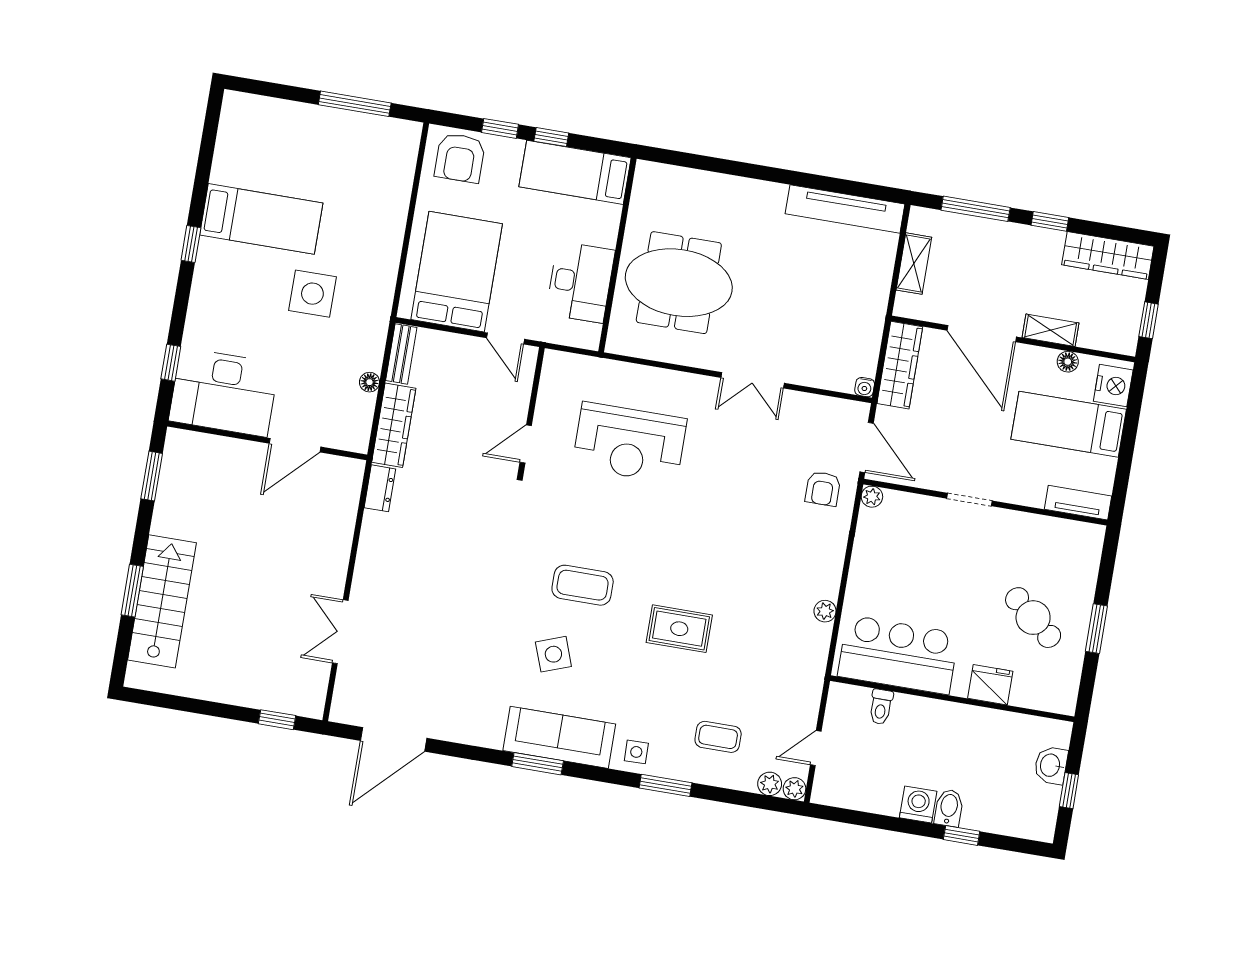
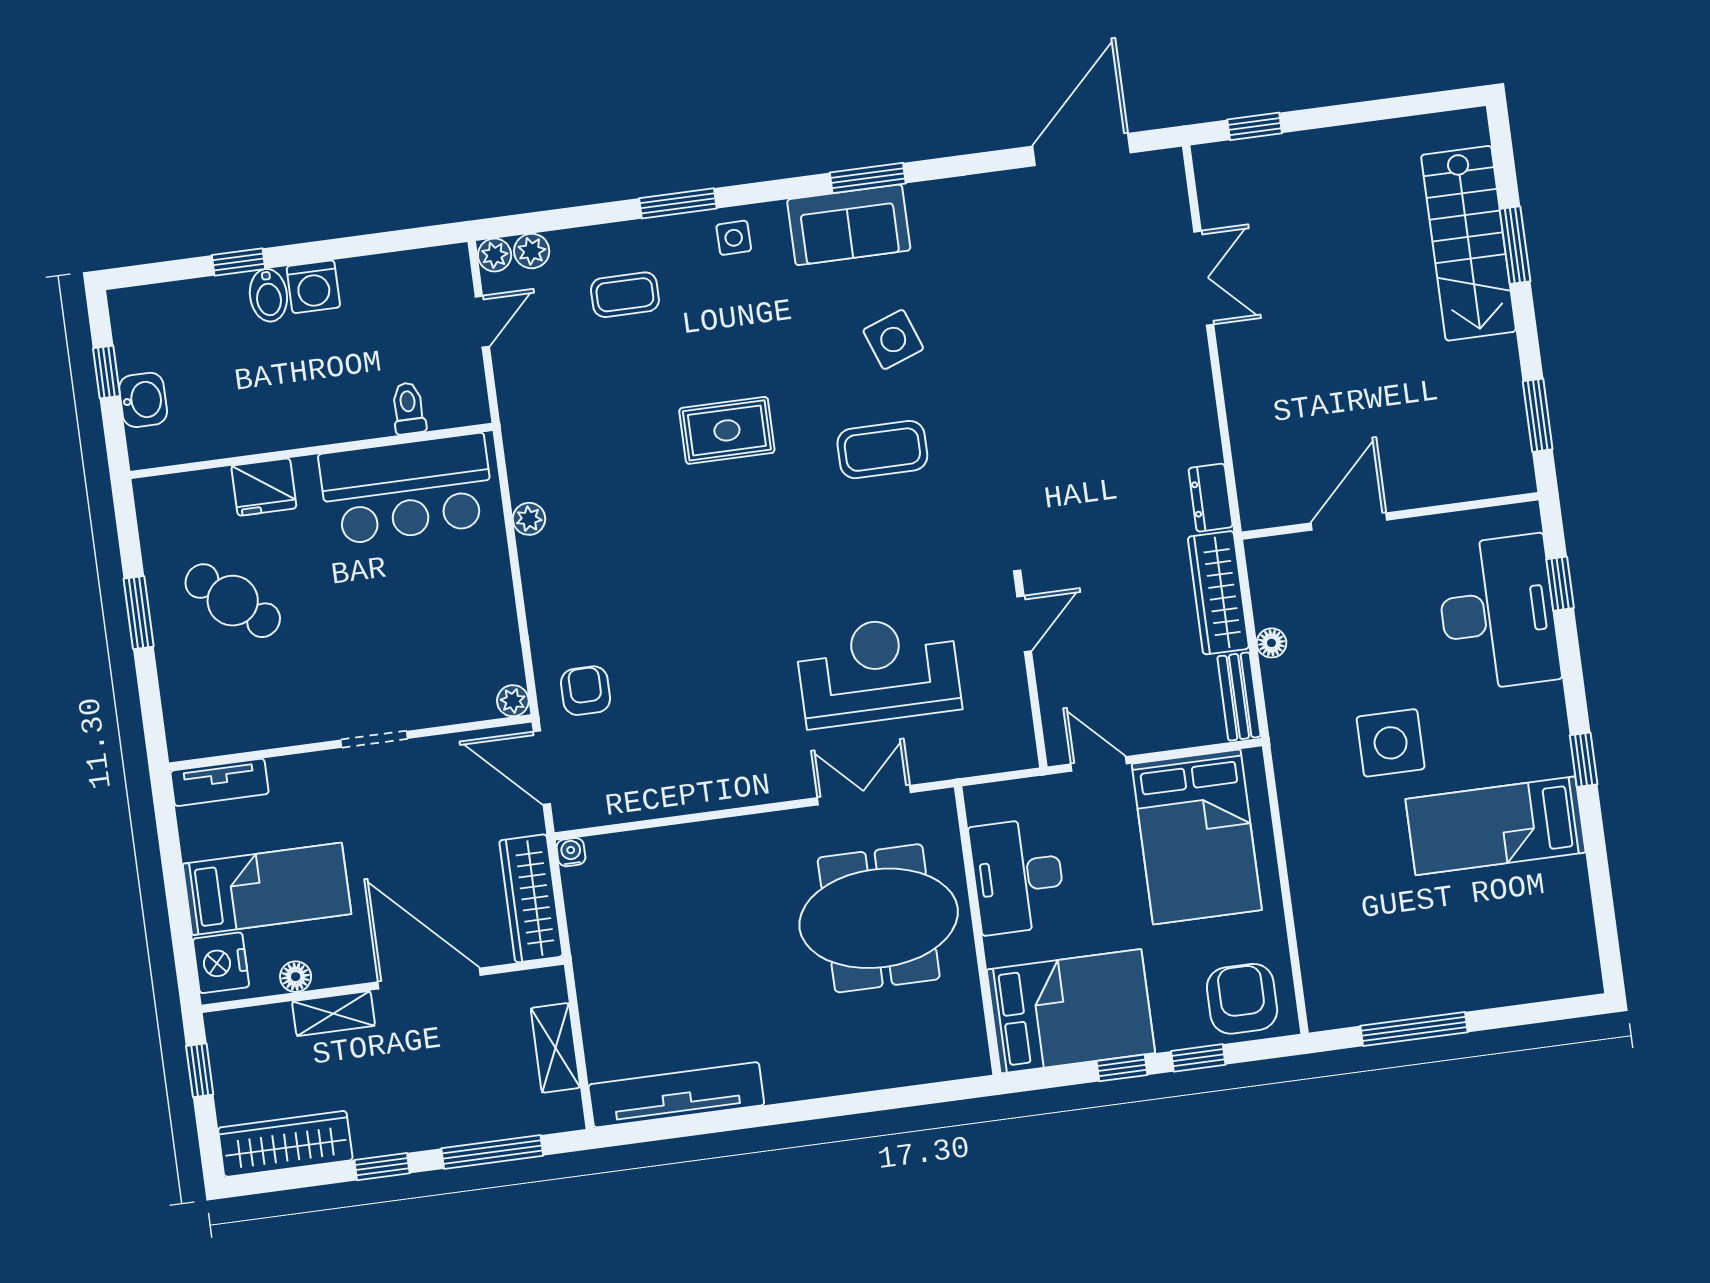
bed: (575, 172) -> (1071, 1011), width x1.50
double door: (753, 380) -> (864, 795), moved
desk: (224, 392) -> (1498, 613), moved, turned 90
sofa: (559, 737) -> (849, 225), width x0.73

